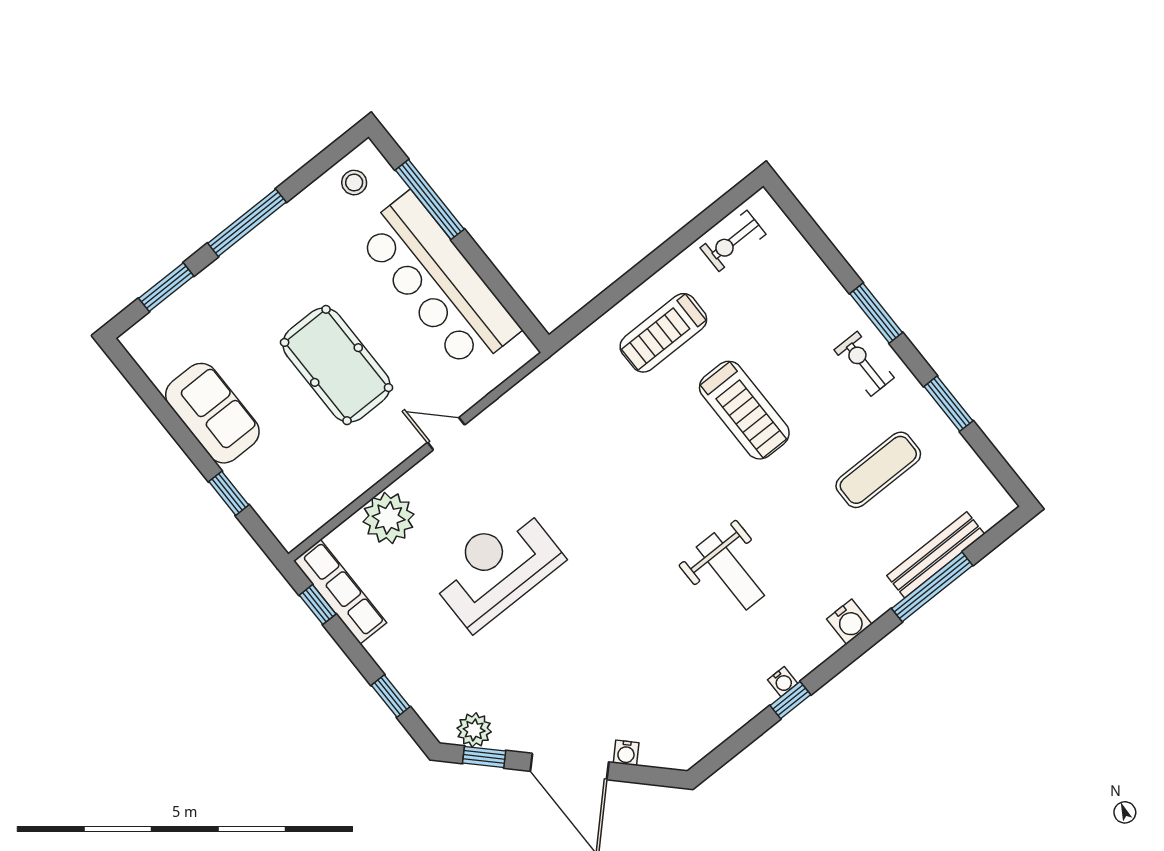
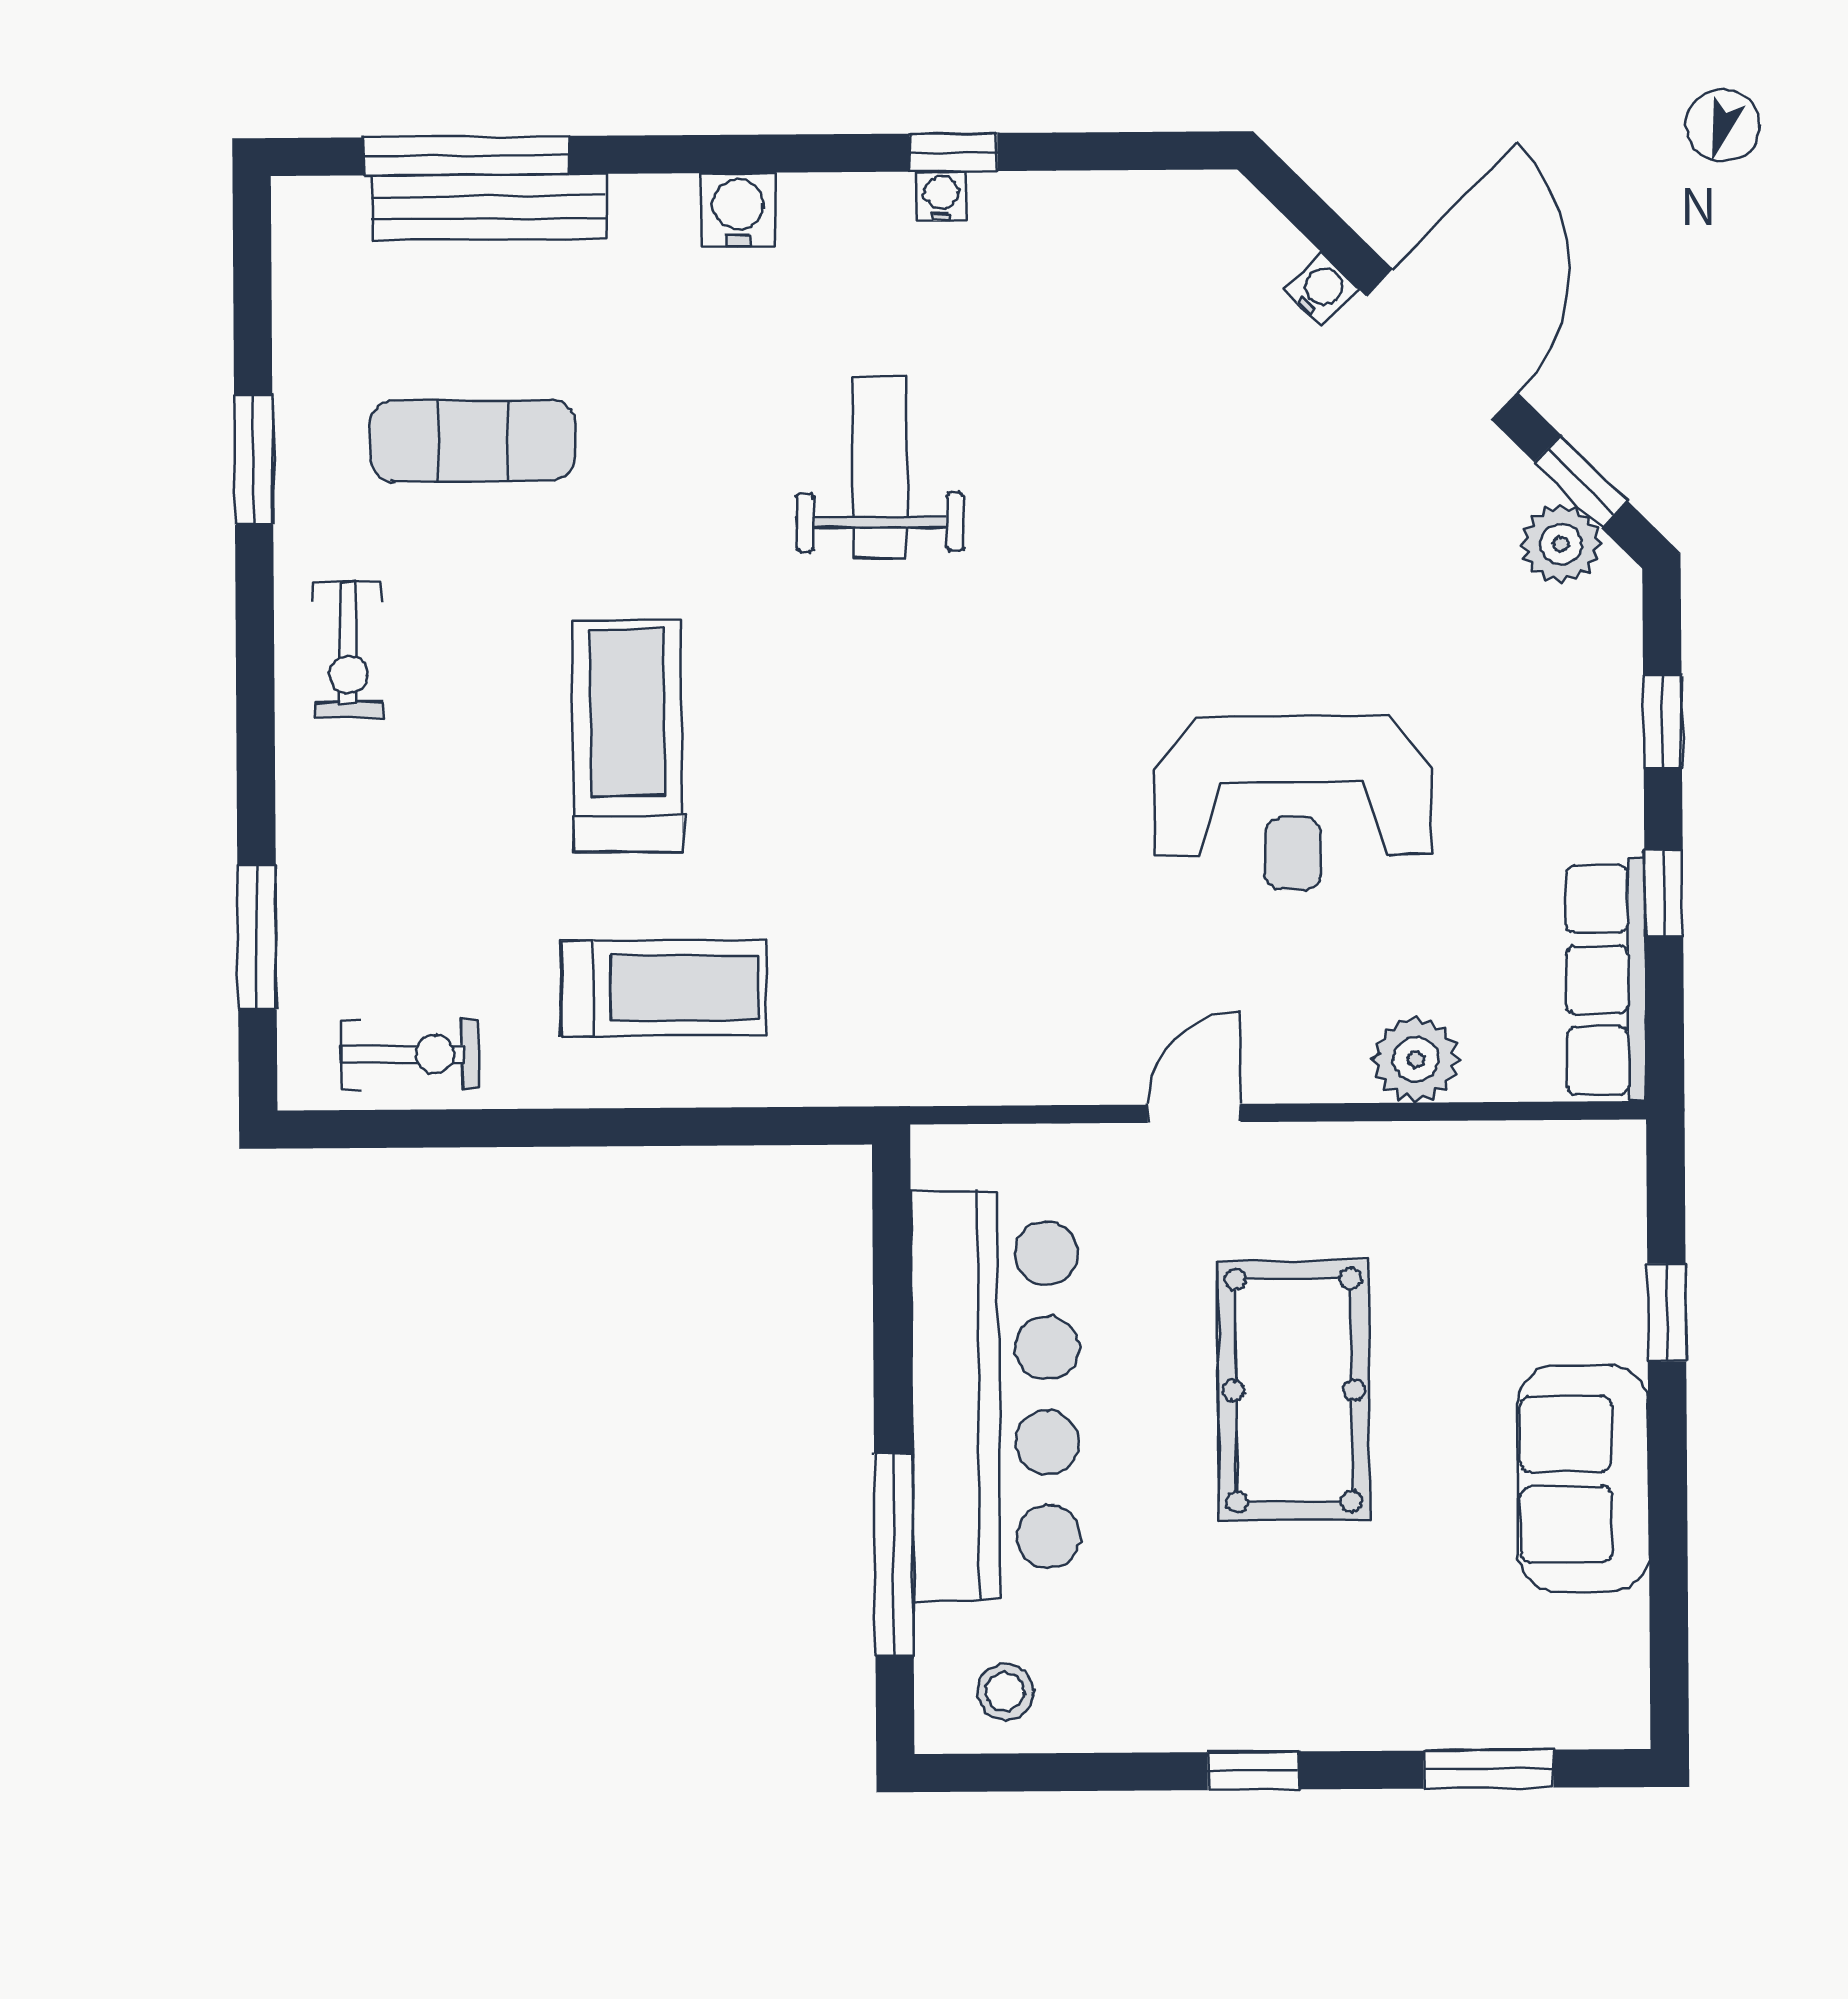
window: (247, 223) -> (1253, 1771), width x0.46
window: (876, 313) -> (257, 937), moved
door: (446, 434) -> (1194, 1113), swing flipped
plant: (389, 518) -> (1416, 1059), width x0.73, depth x0.73
window: (932, 587) -> (467, 156), moved
window: (318, 605) -> (1664, 893), moved

